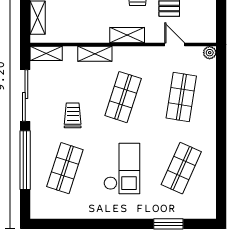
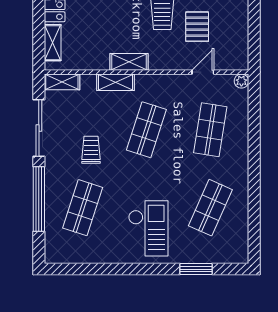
shelving: (127, 35) -> (129, 62), moved
door: (175, 44) -> (203, 72), hinge flipped
checkout: (122, 168) -> (148, 228), moved

